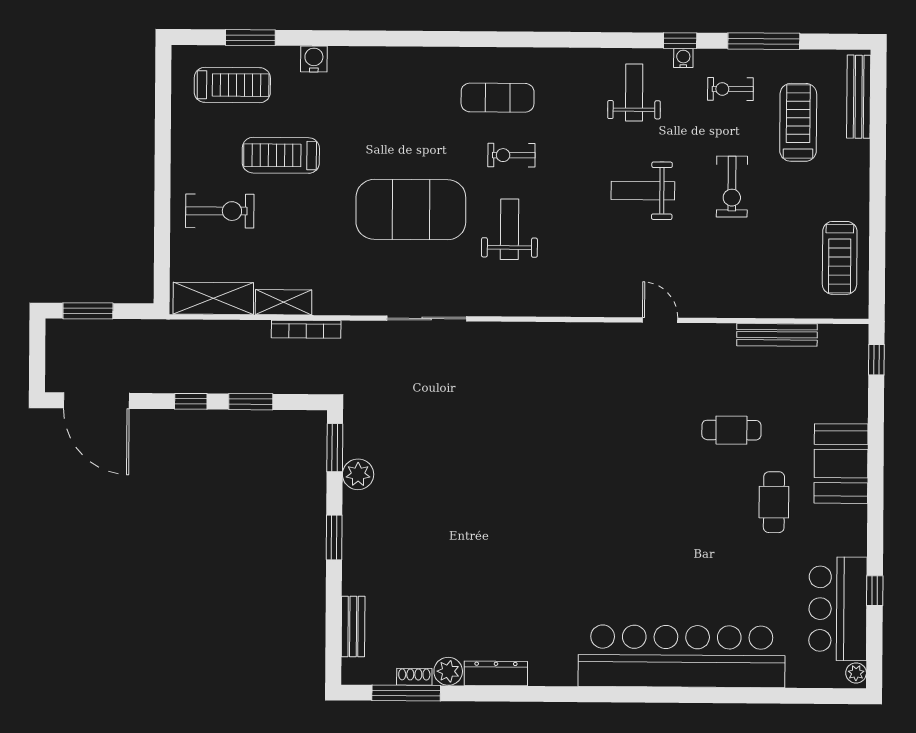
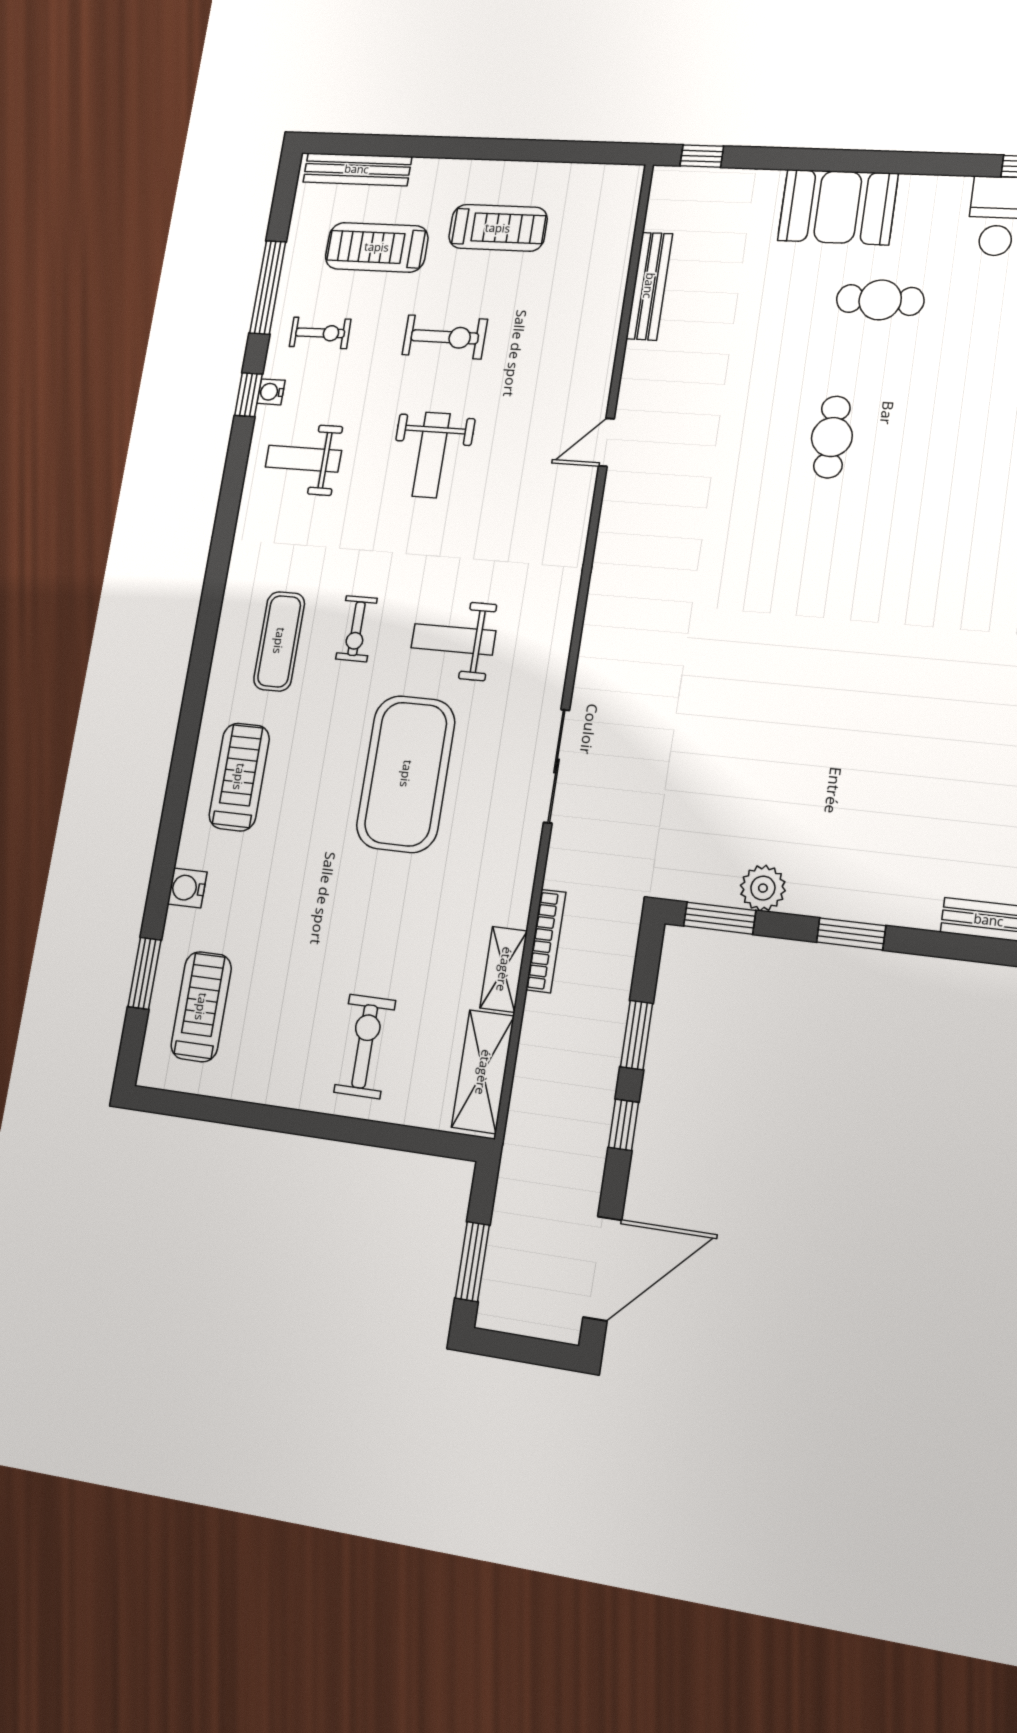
exercise bike: (730, 89) -> (320, 333), turned -91
treadmill: (281, 155) -> (239, 777), moved, turned 180
treadmill: (840, 258) -> (498, 228), moved
cafe table: (731, 430) -> (832, 437), moved

